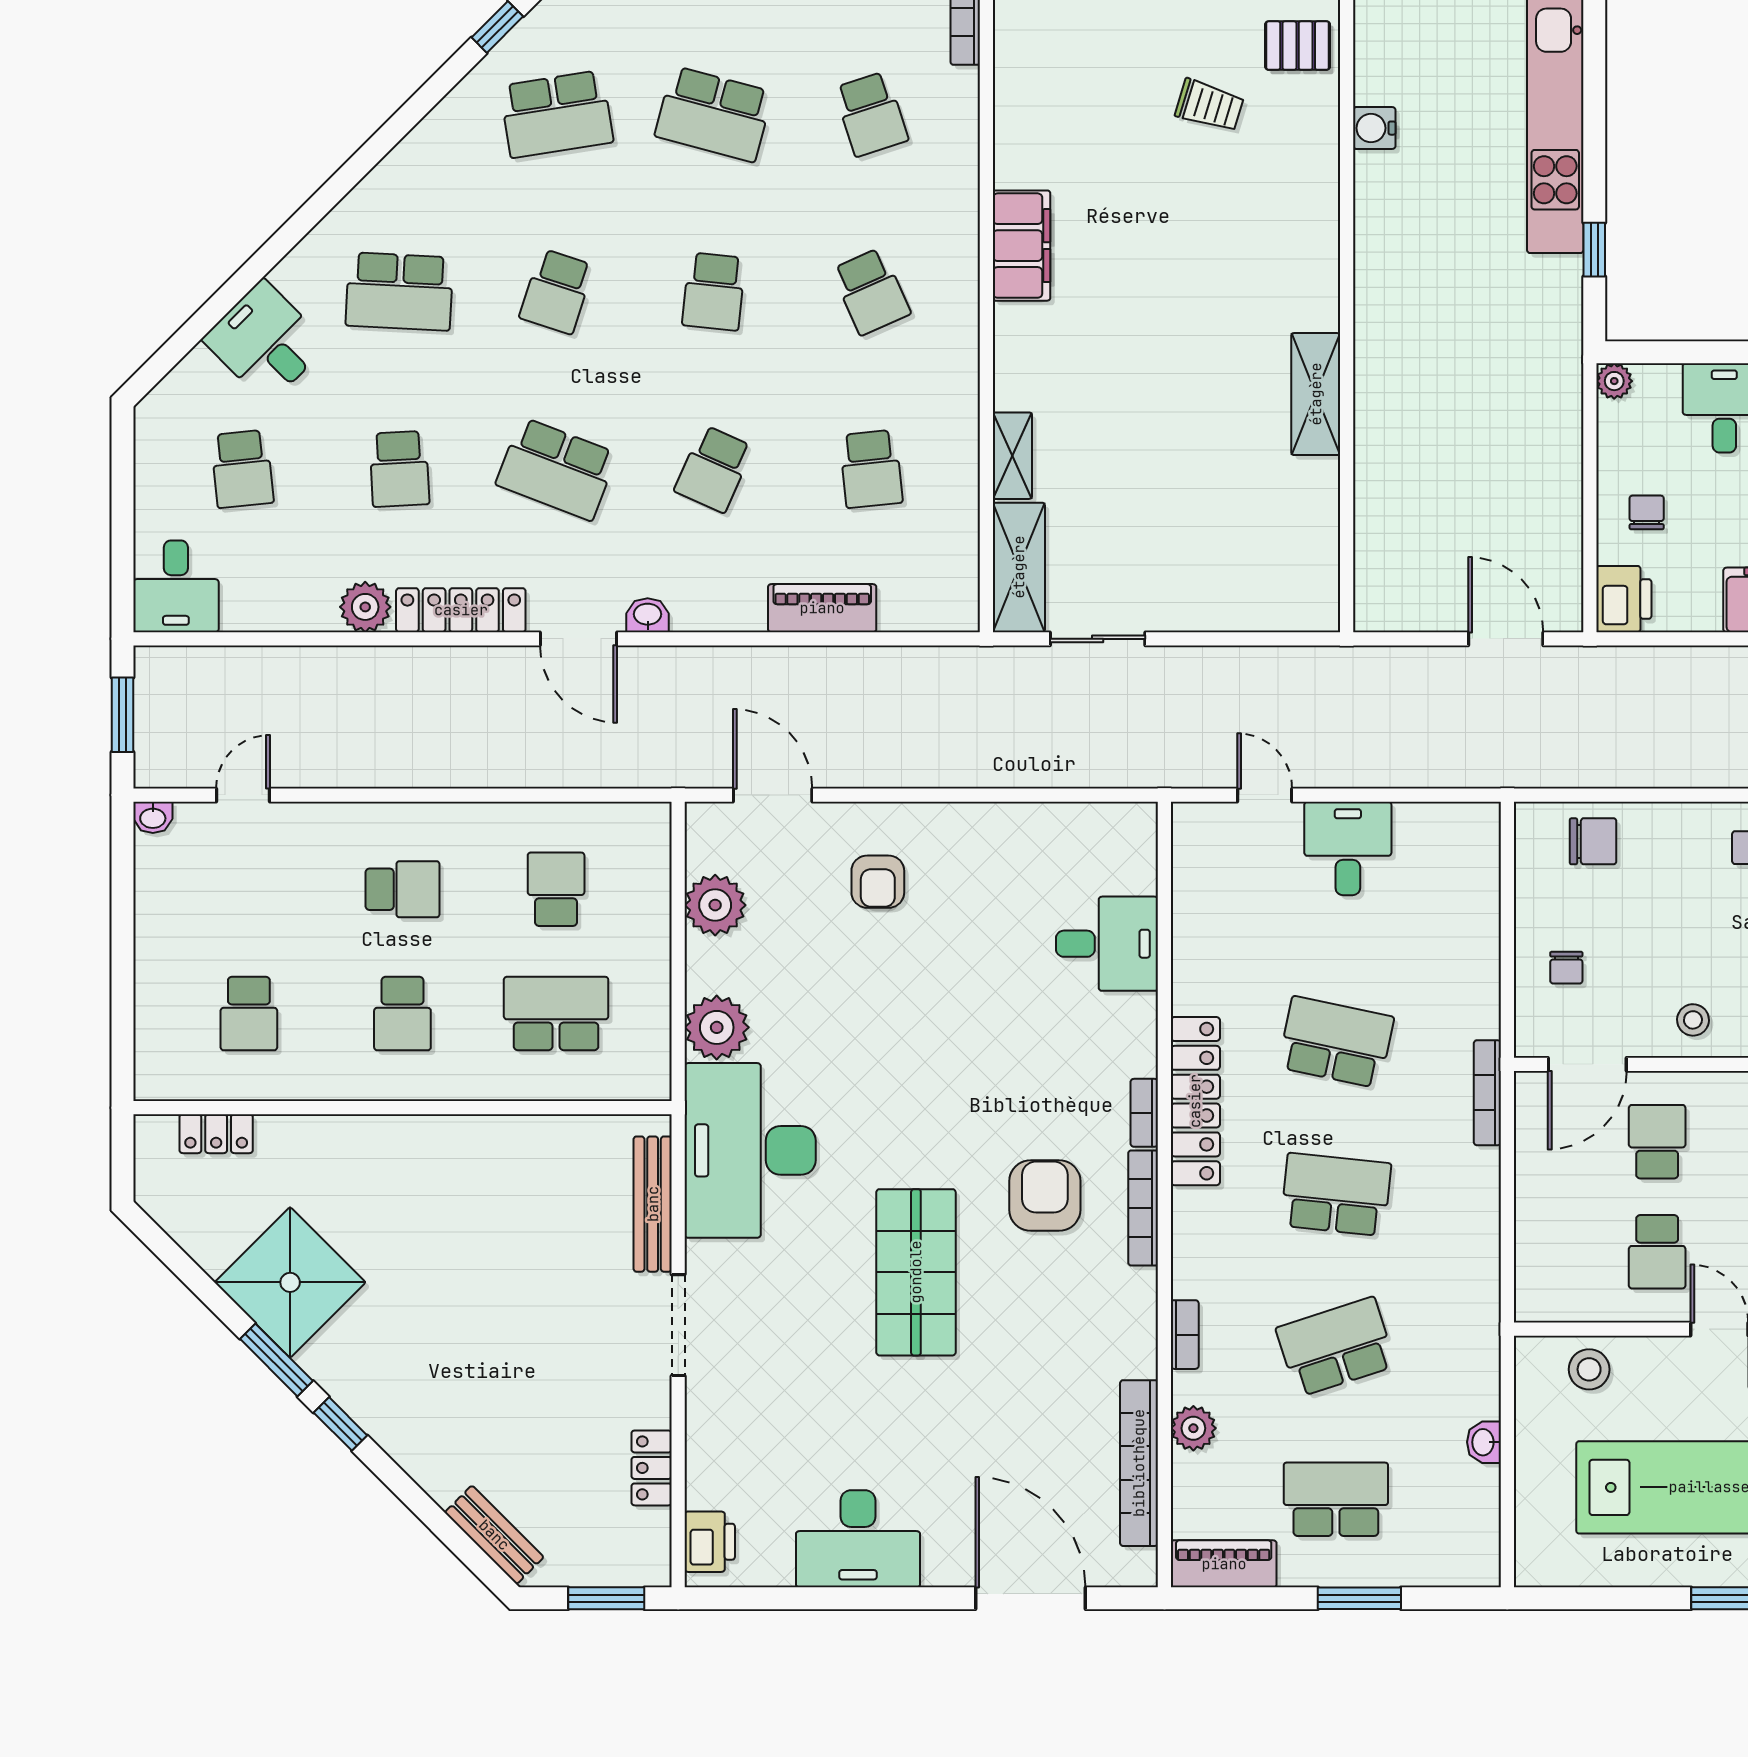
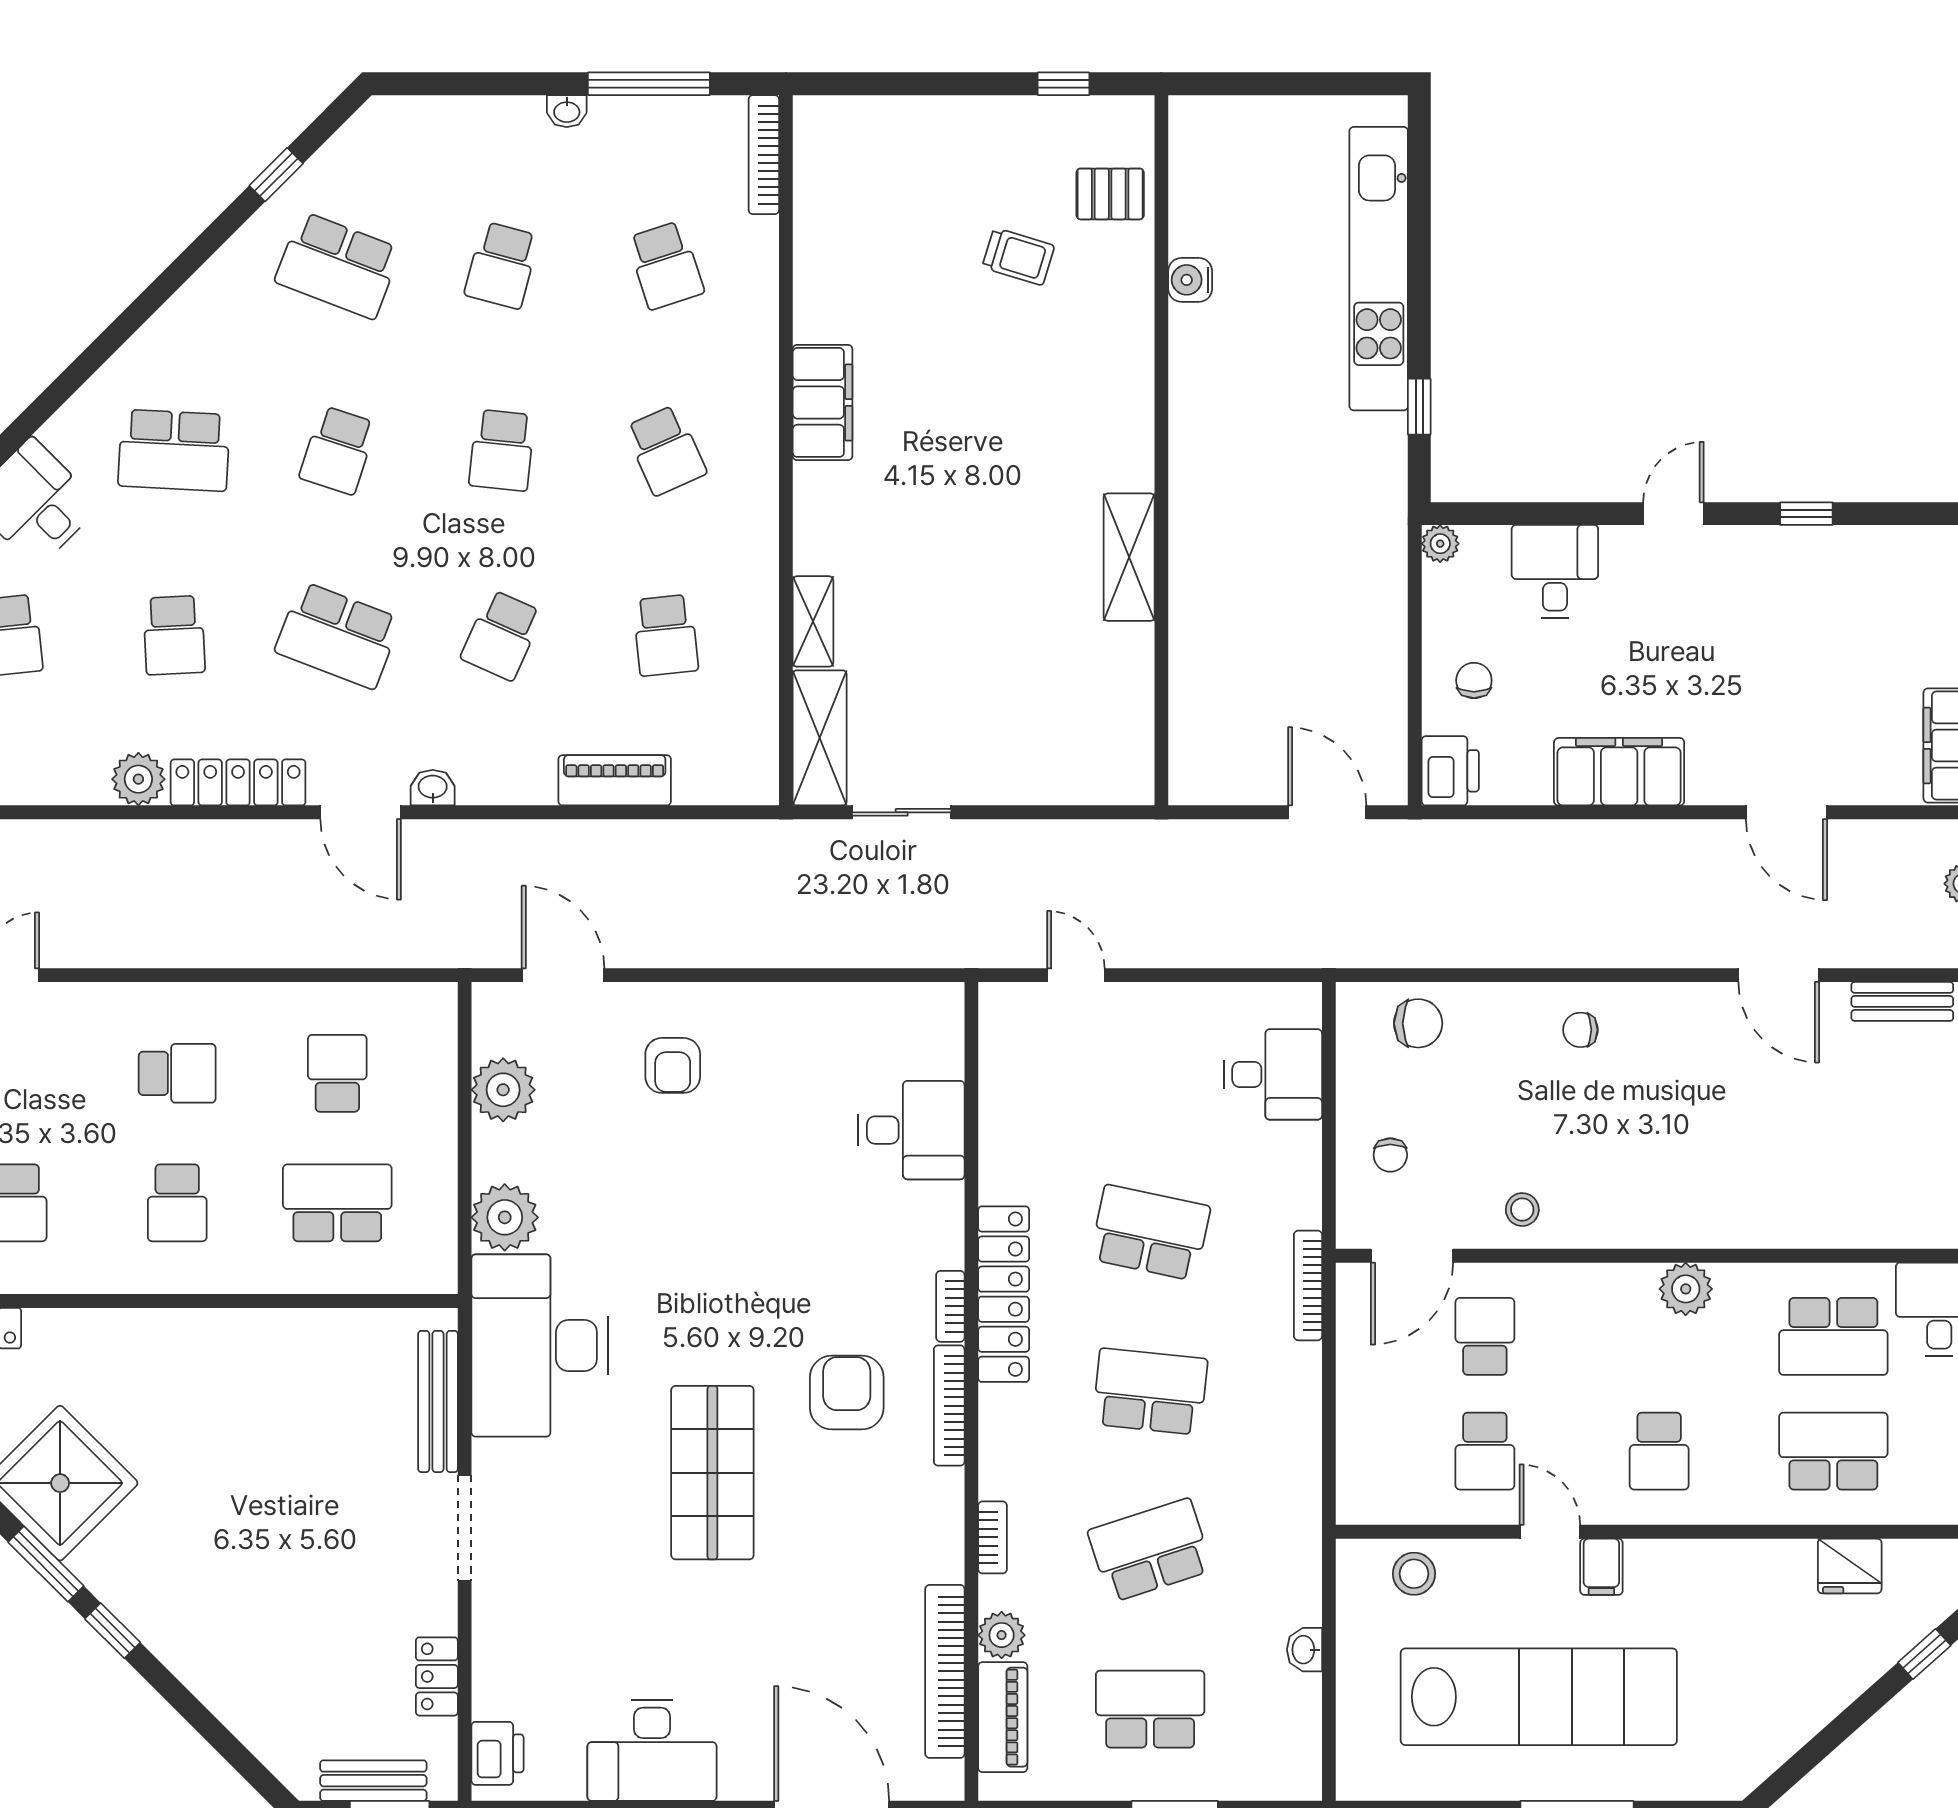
school desk: (557, 114) -> (338, 265), turned 30
school desk: (714, 114) -> (502, 265), width x0.54
desk: (1348, 848) -> (1273, 1074), moved, turned 90
bench: (494, 1535) -> (373, 1781), moved, turned -45
piano: (1224, 1564) -> (1003, 1717), moved, turned 90

